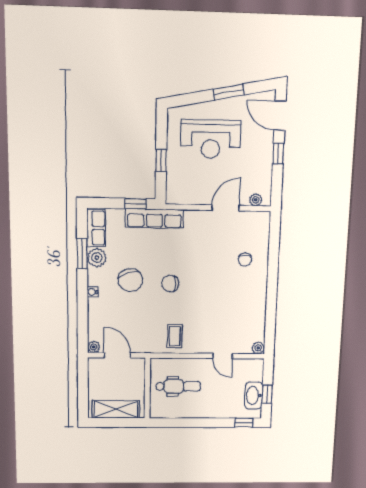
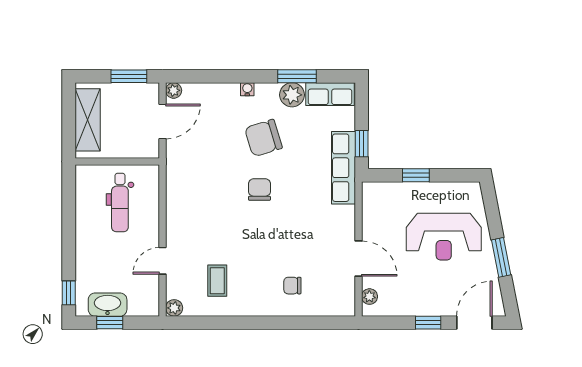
reception desk: (211, 139) -> (444, 237), turned -90
coffee table: (175, 336) -> (217, 281), moved, turned 90
window: (83, 380) -> (129, 76), added

